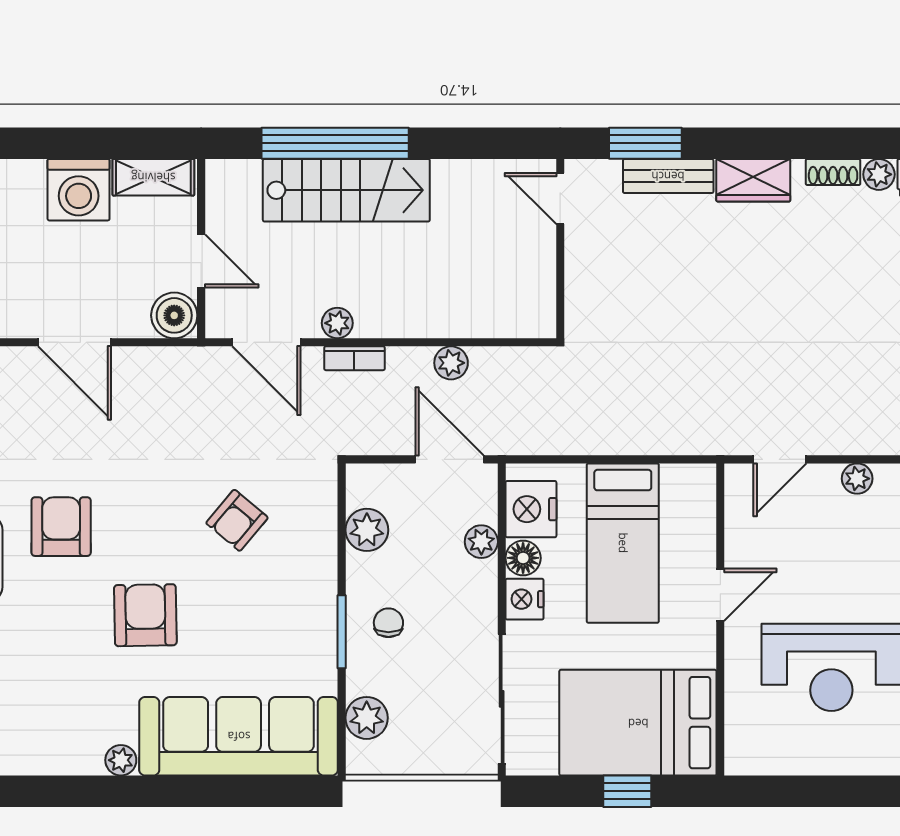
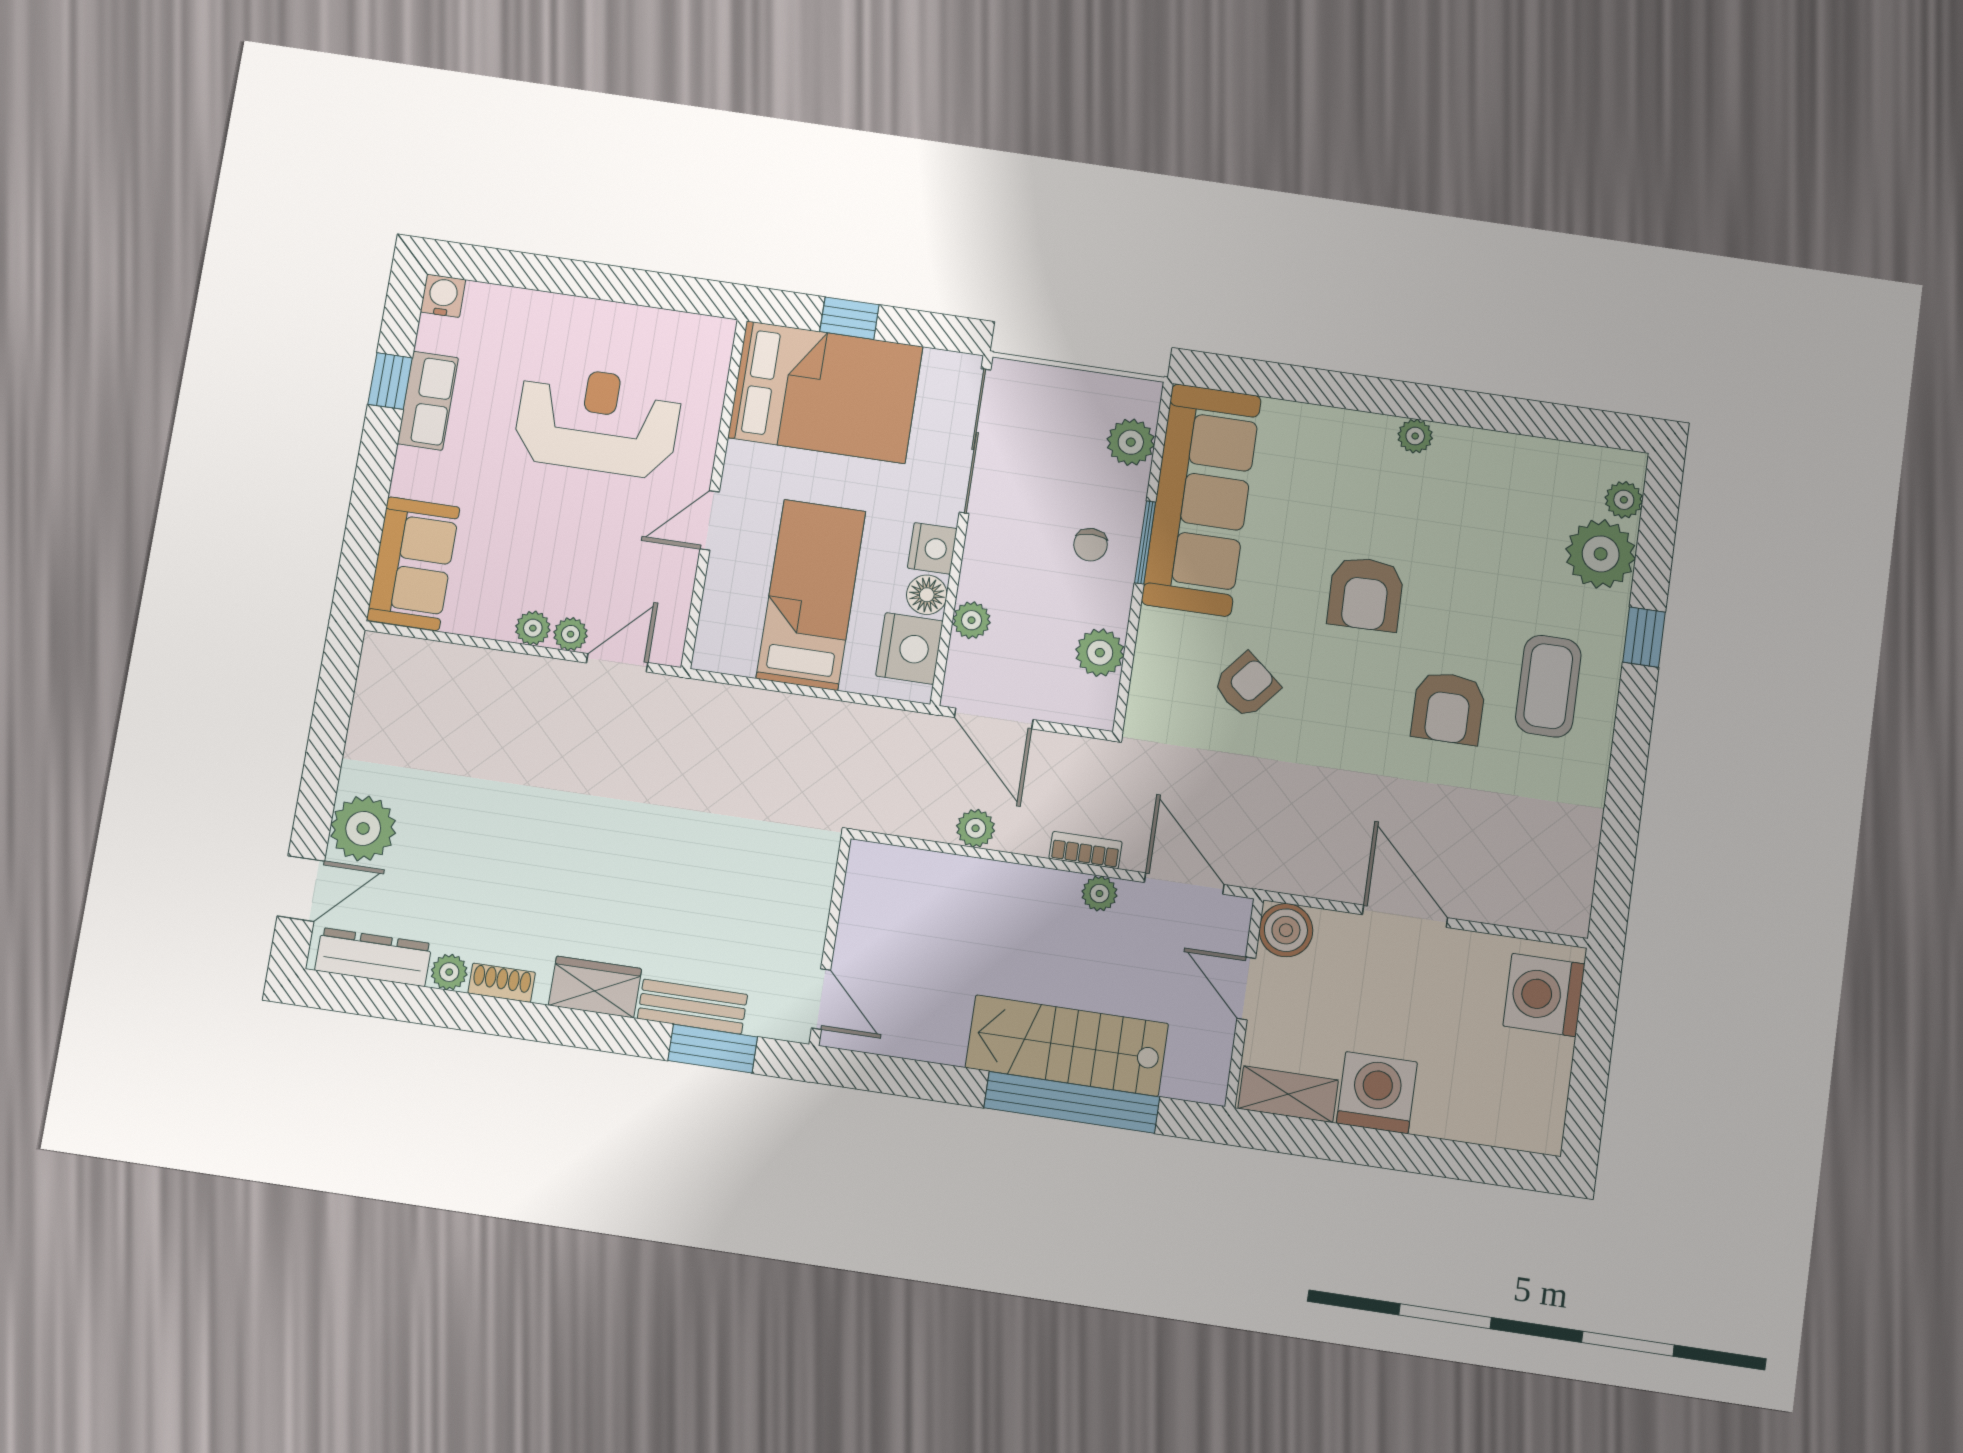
plant: (824, 478) -> (571, 634), added
sofa: (239, 736) -> (1201, 500), moved, turned -90

